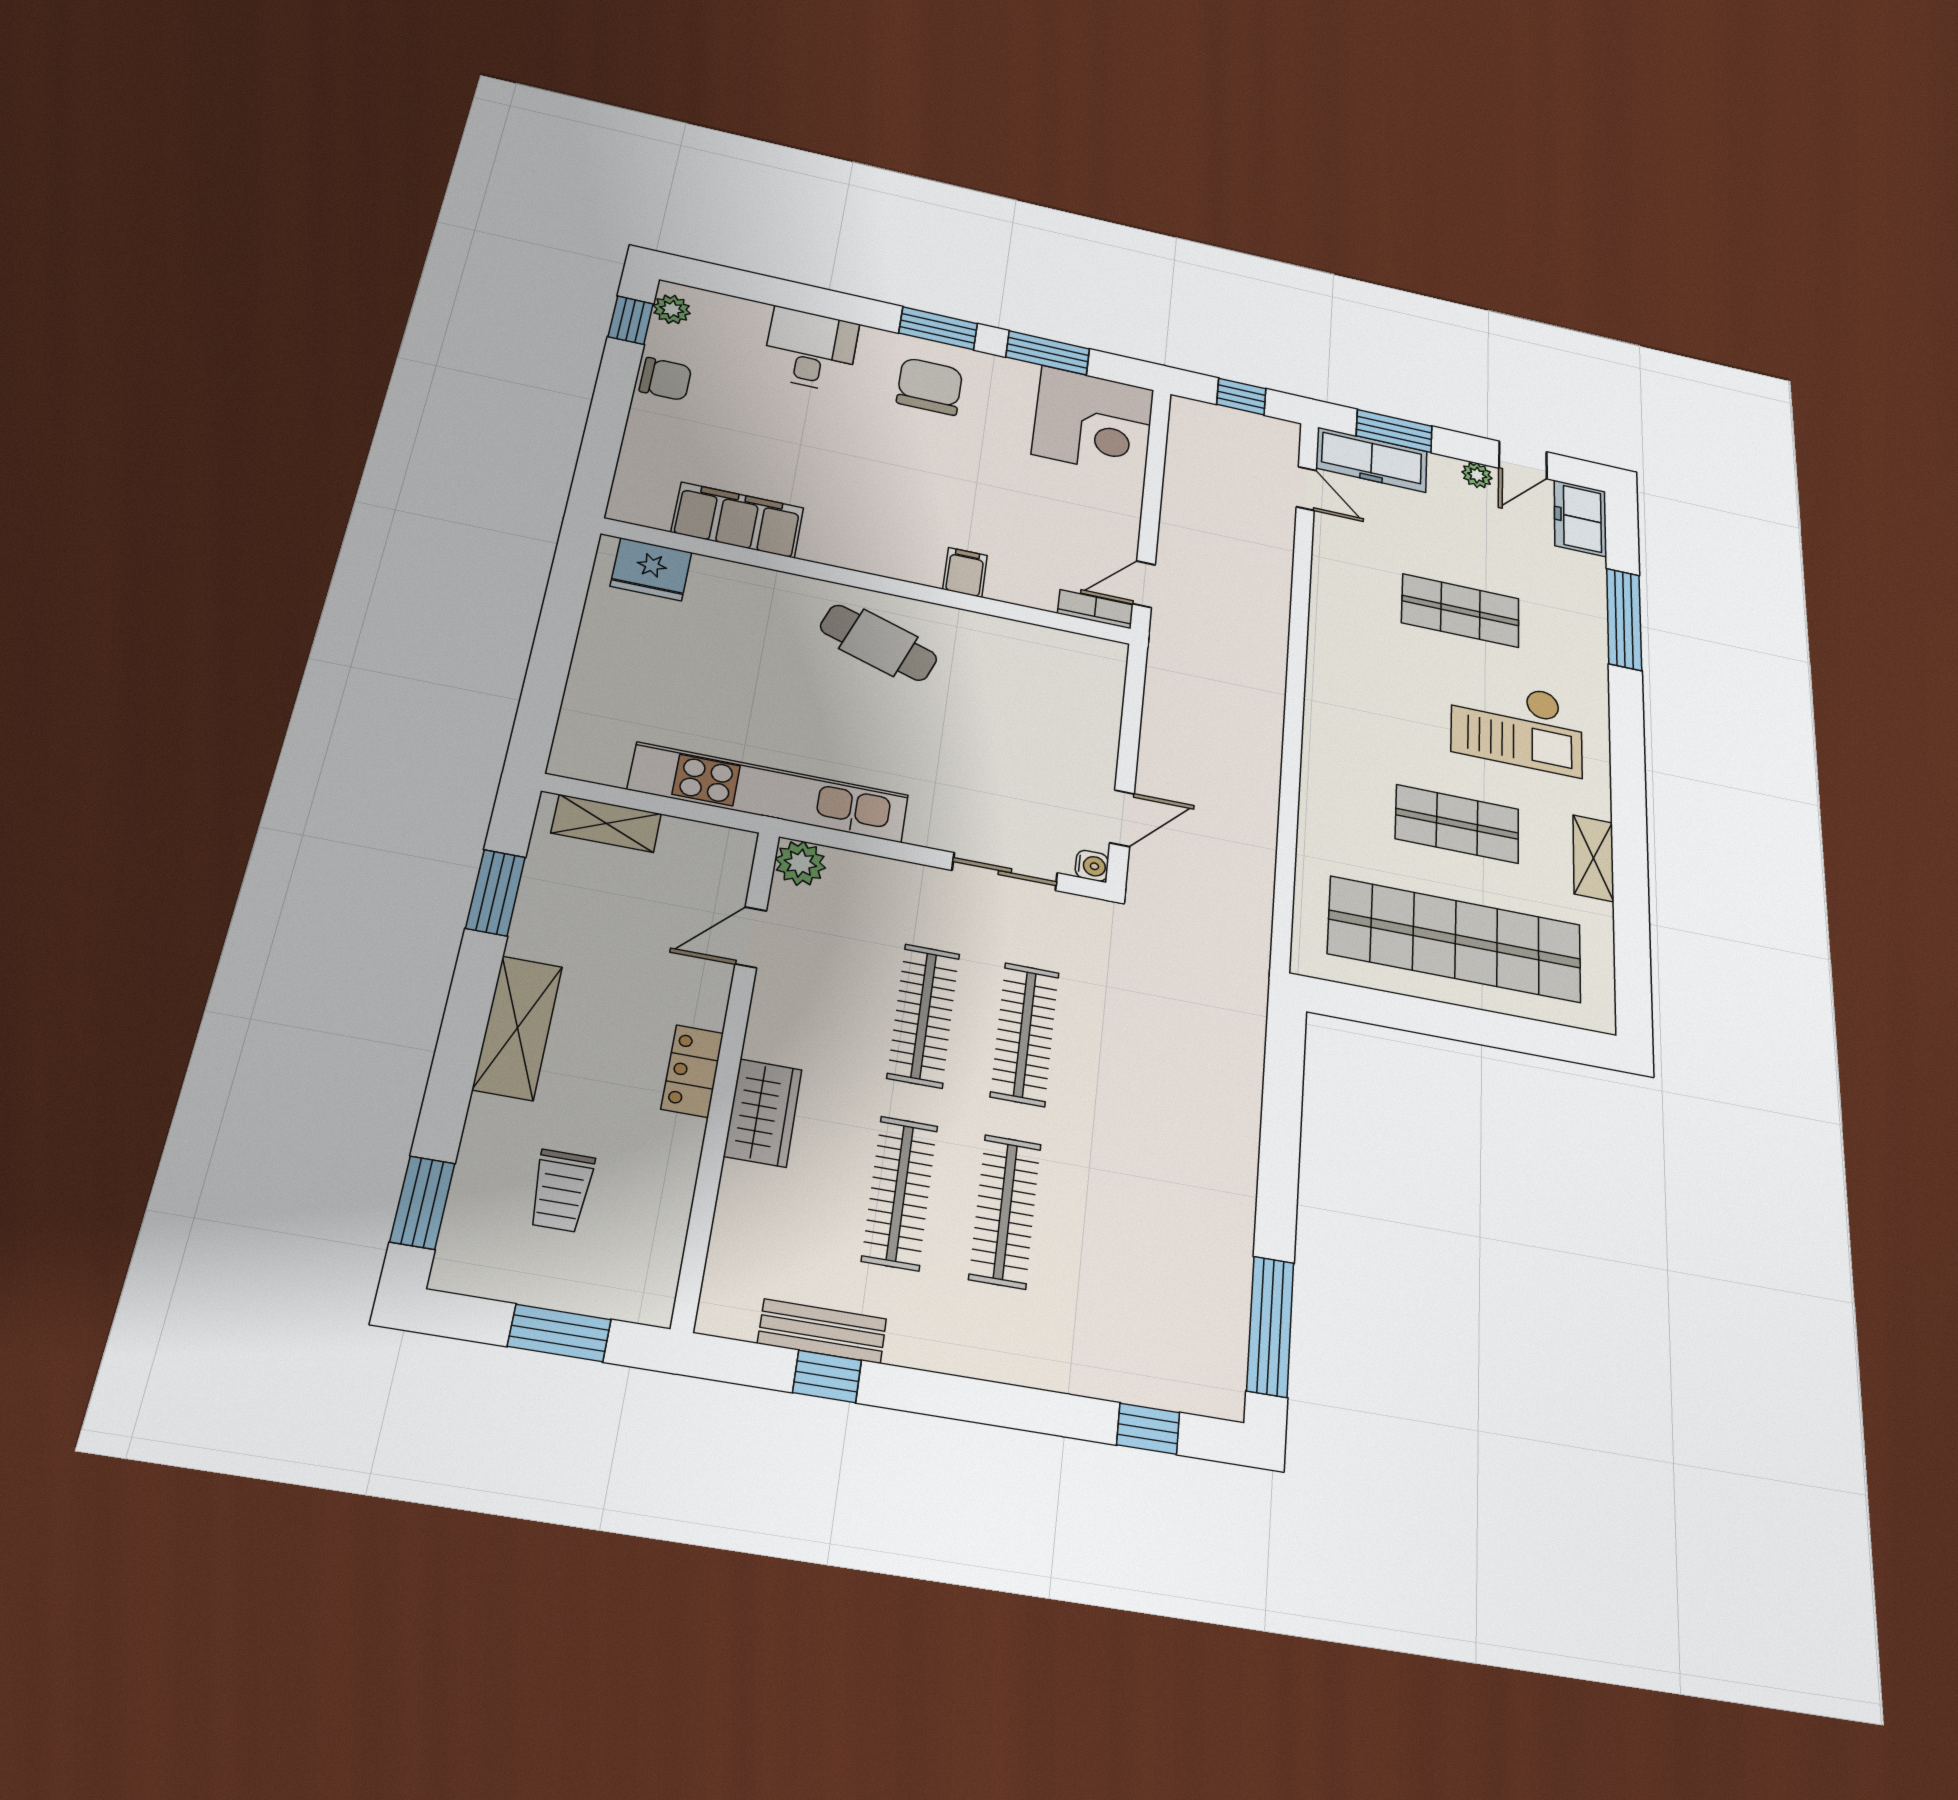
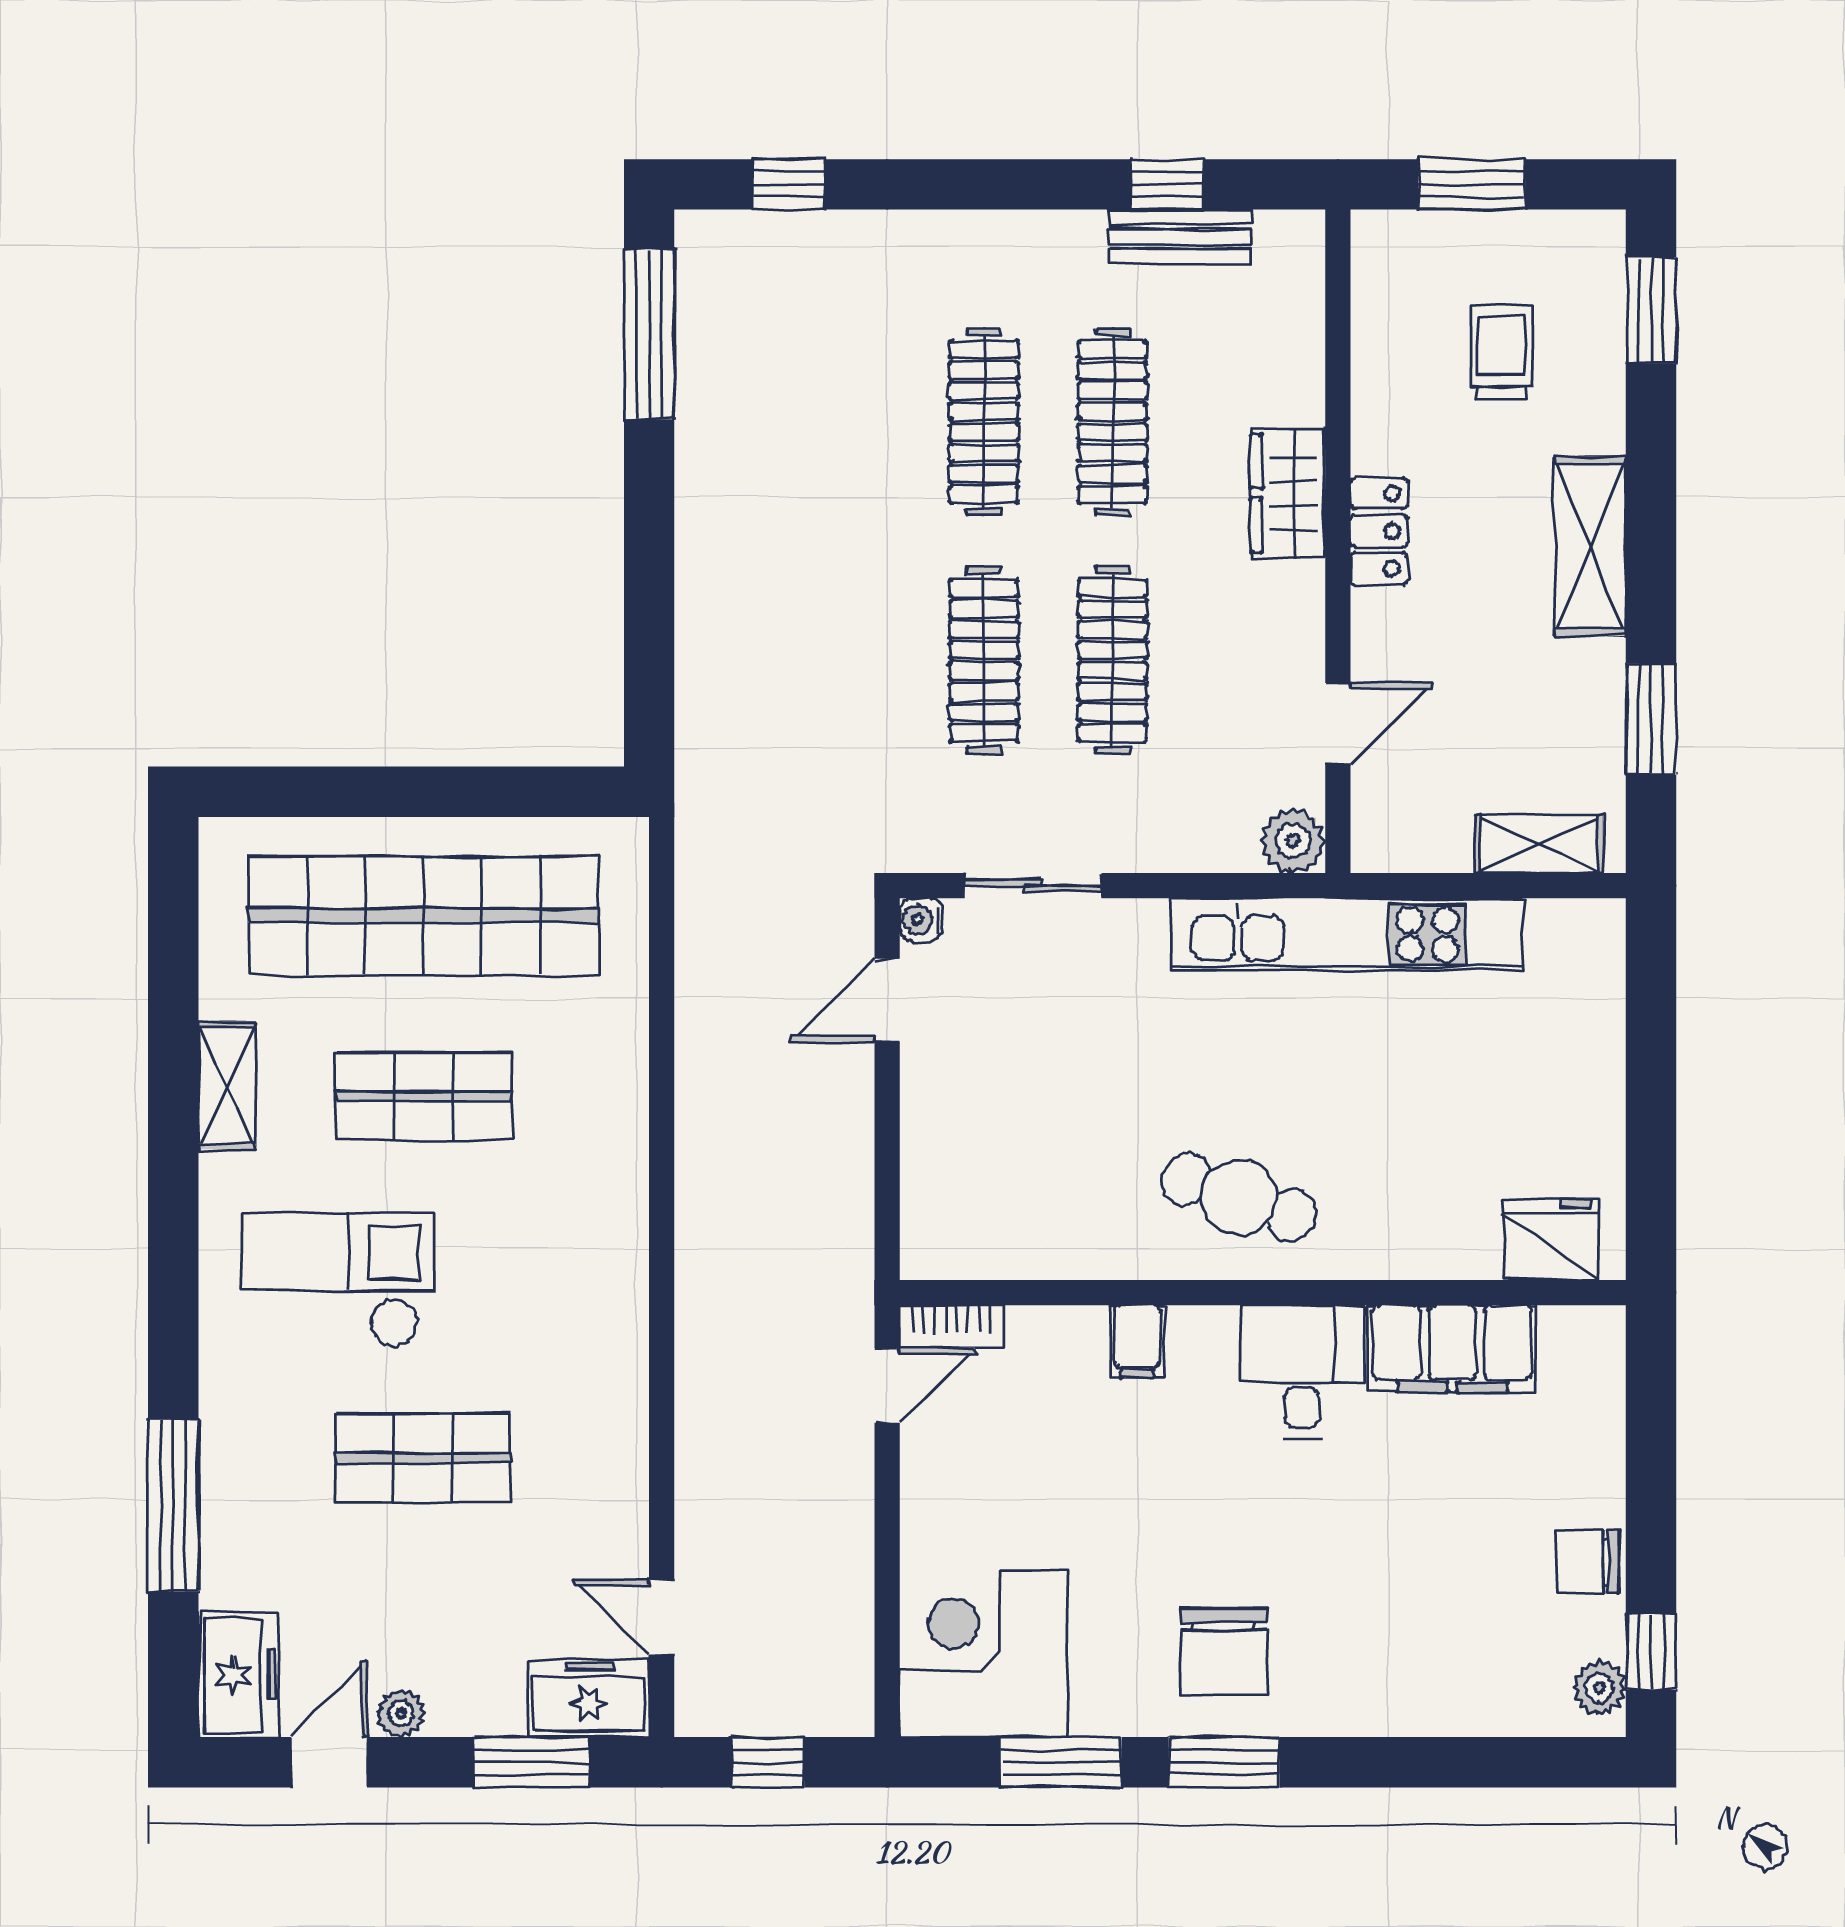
desk: (811, 350) -> (1302, 1372), moved, turned 180
freezer: (1372, 460) -> (589, 1698), width x0.71

